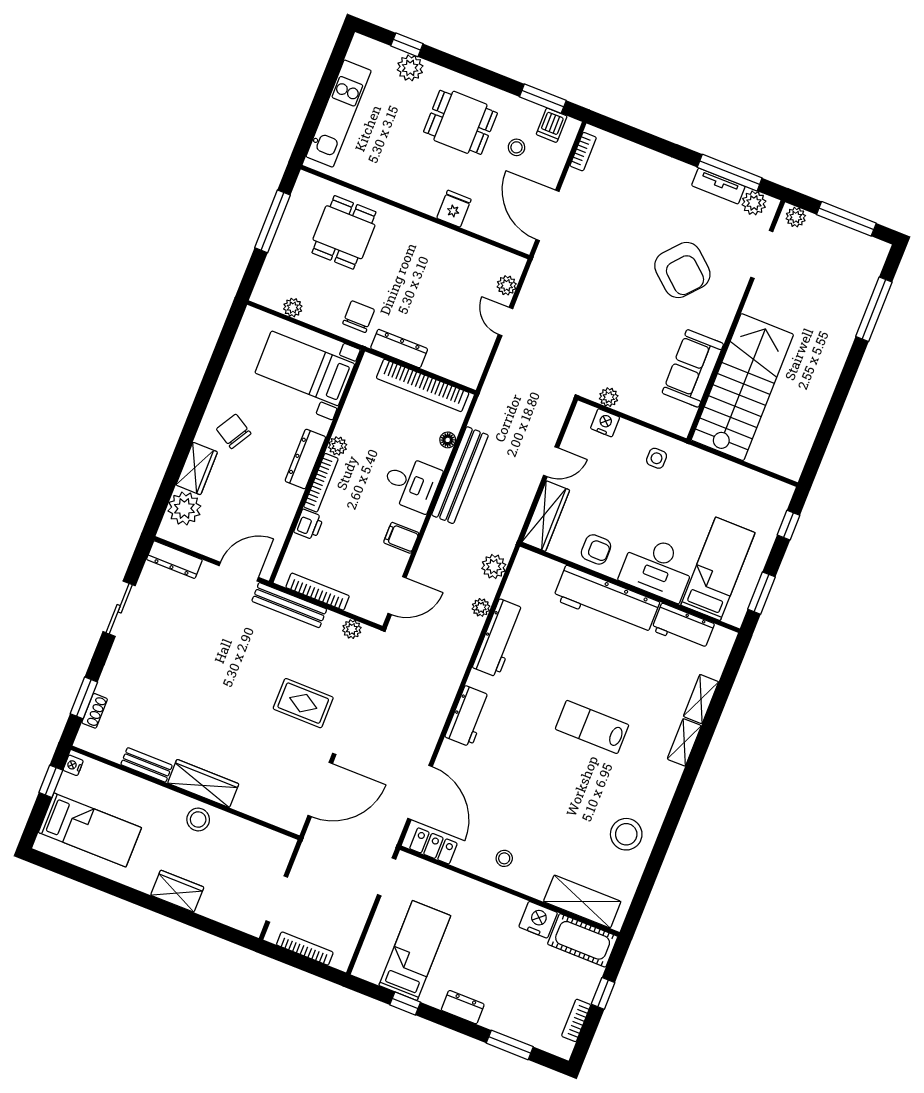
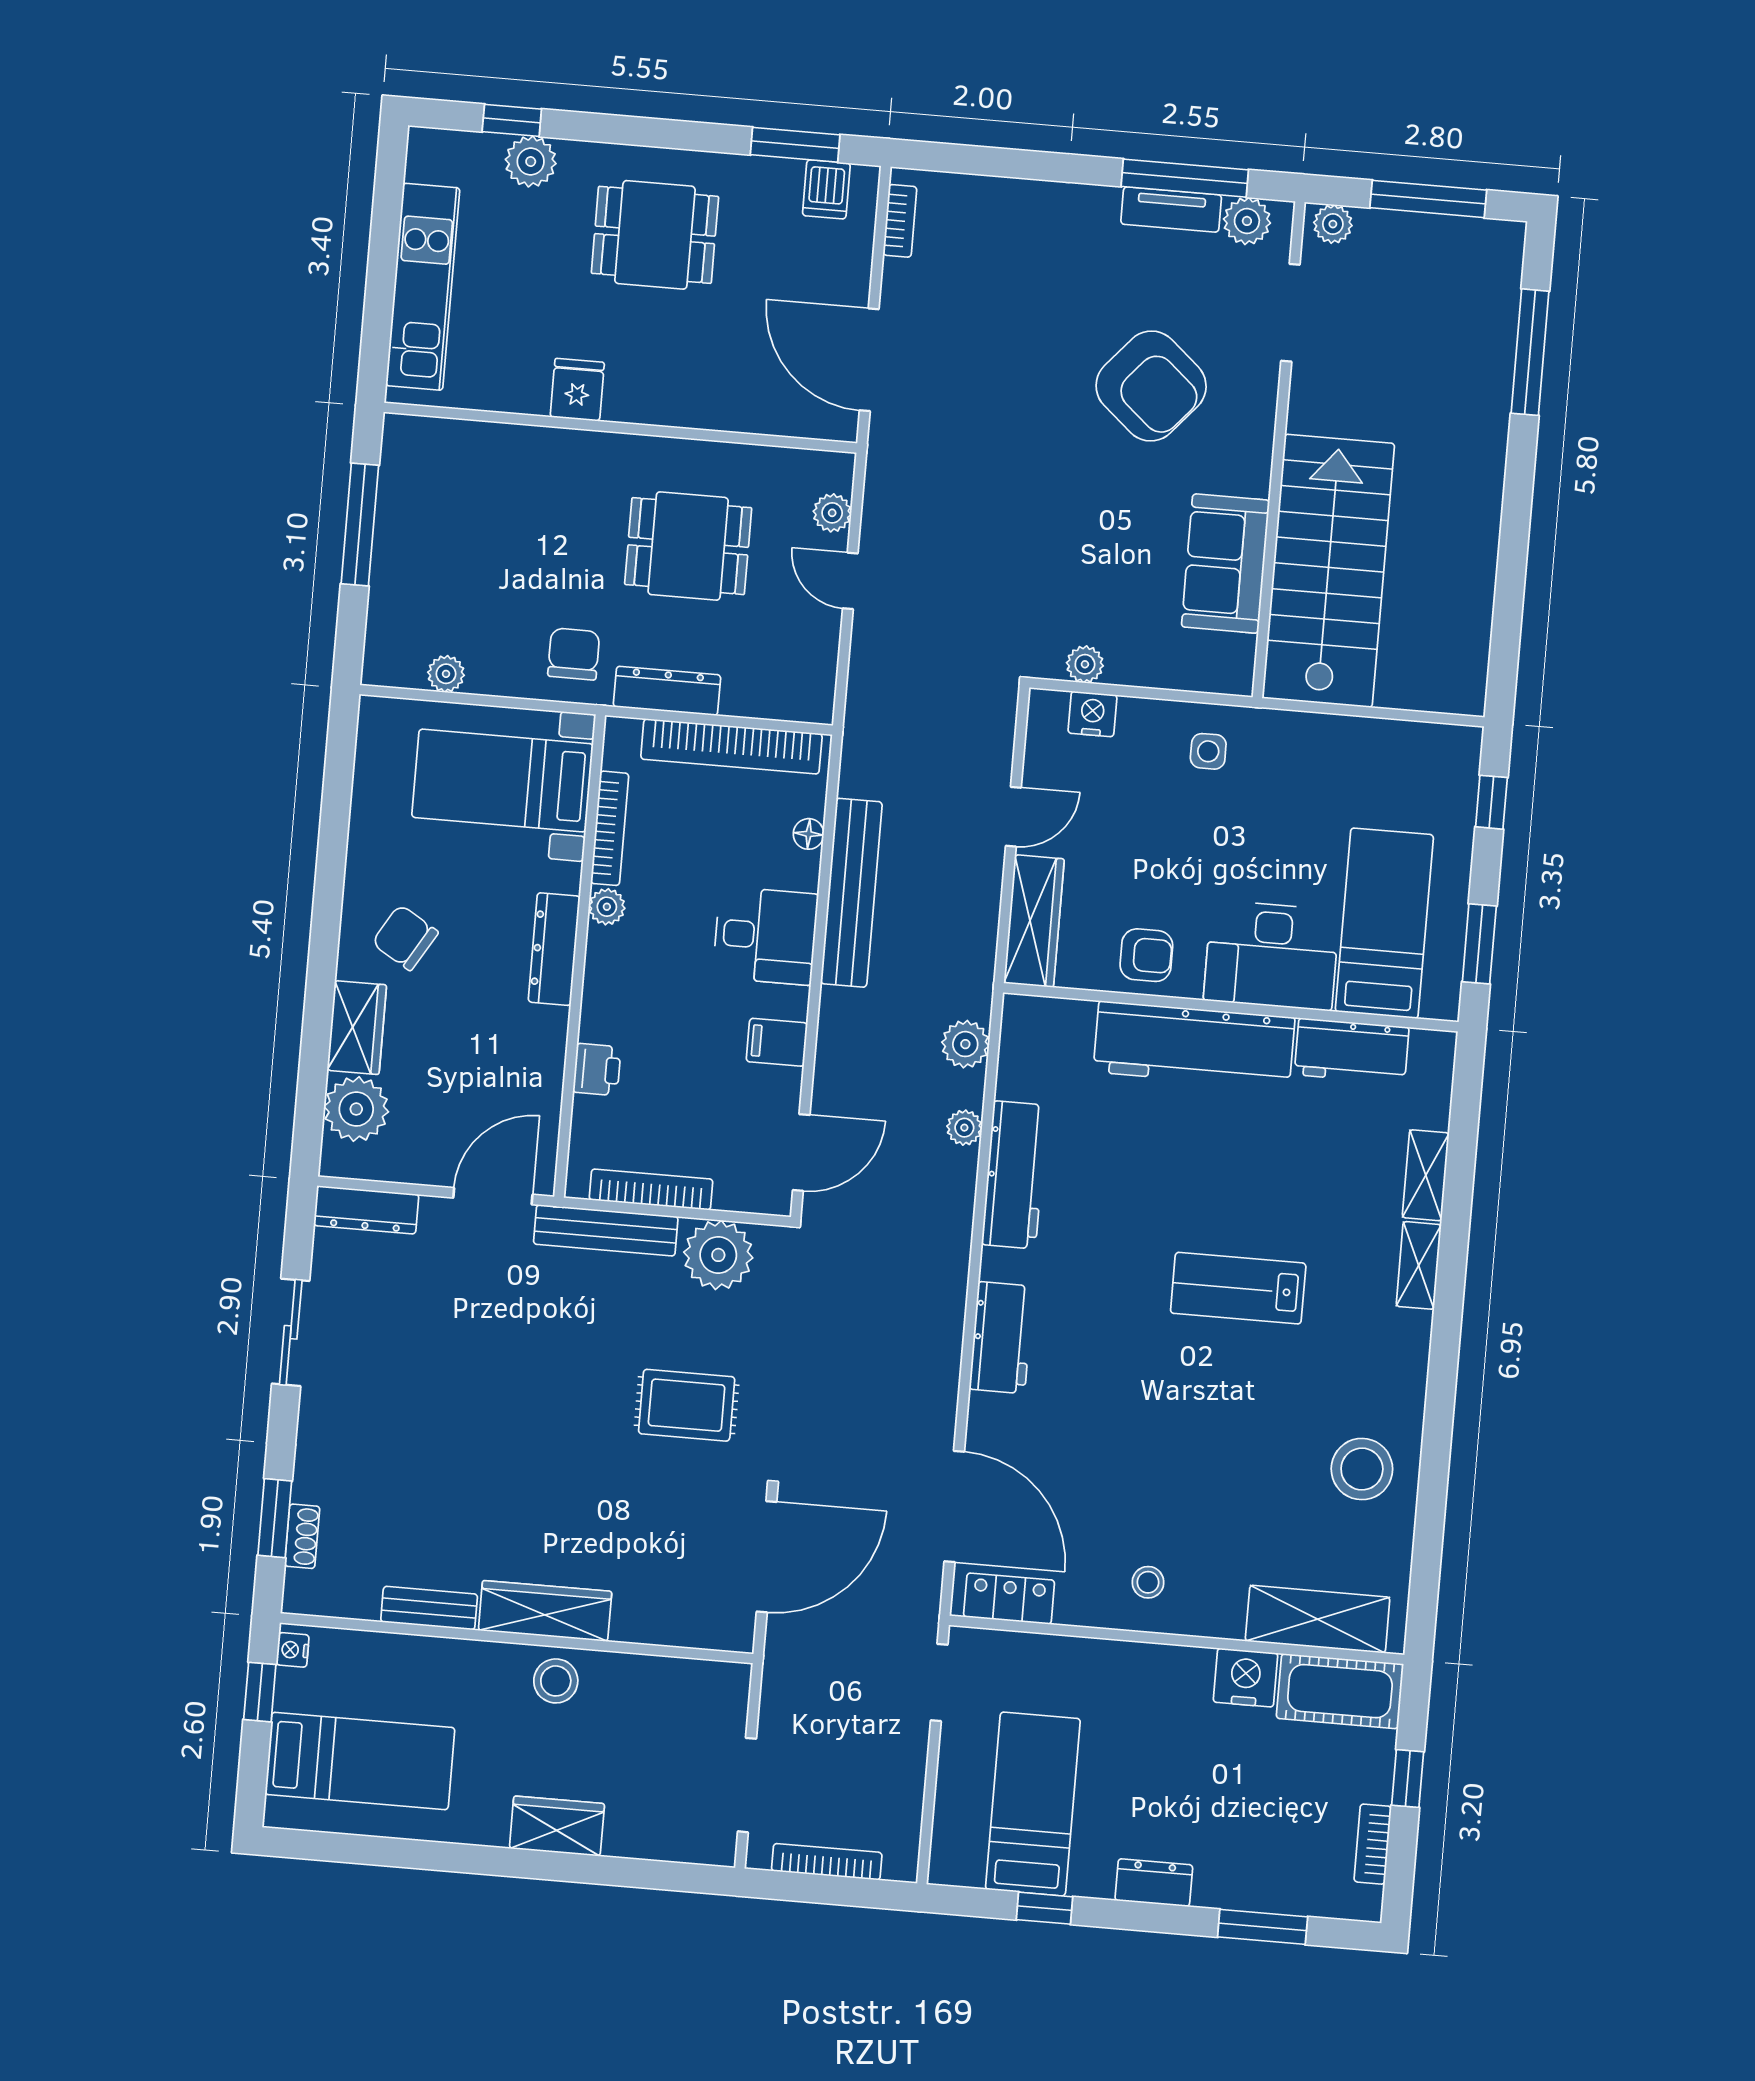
stool: (517, 147) -> (773, 250), removed
fridge: (454, 209) -> (577, 390), moved
dining table: (344, 232) -> (688, 546), moved, turned 90
bookcase: (321, 483) -> (610, 828), moved
plant: (352, 629) -> (718, 1255), width x1.88, depth x1.88

